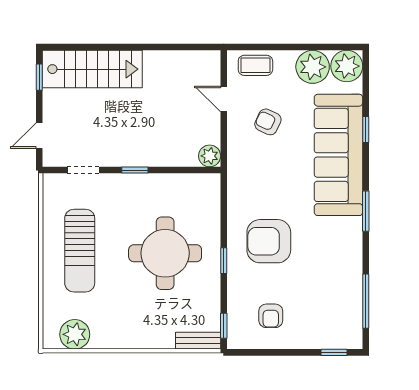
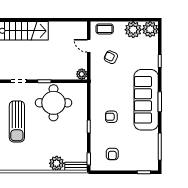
sofa: (338, 155) -> (146, 100), moved
armchair: (269, 241) -> (111, 117), width x0.53, depth x0.53
round table: (165, 253) -> (54, 103), moved
plant: (75, 334) -> (57, 163), moved

